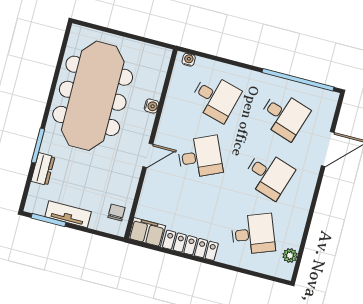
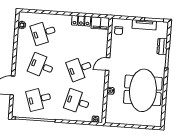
meeting table: (93, 96) -> (143, 90), width x0.73
desk: (284, 115) -> (39, 99), turned -36
locker: (190, 245) -> (81, 21), width x0.66

